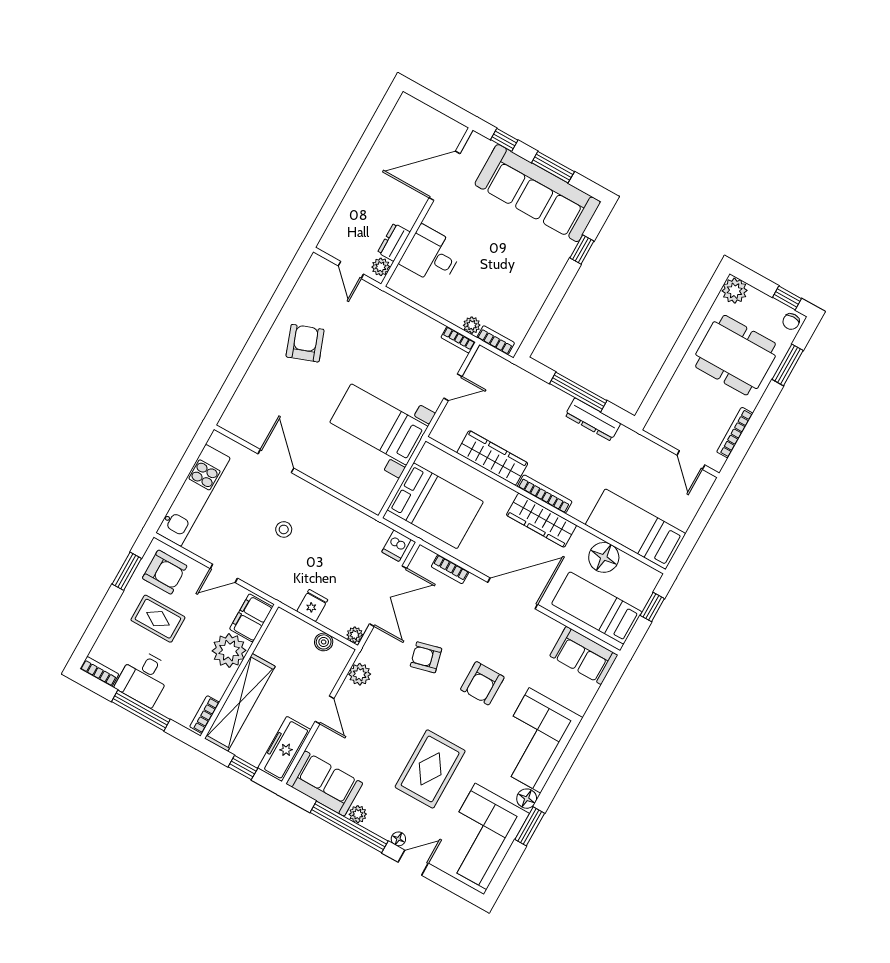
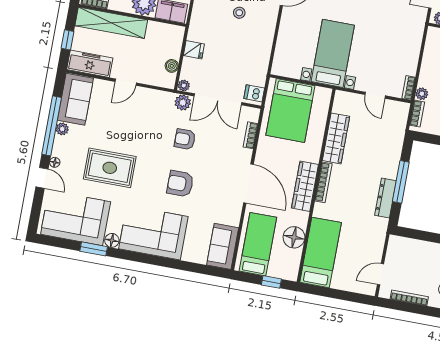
armchair: (426, 657) -> (185, 139), turned -76
plant: (360, 674) -> (183, 103), moved

